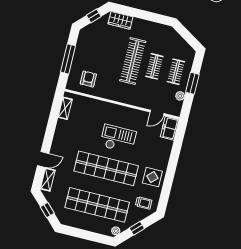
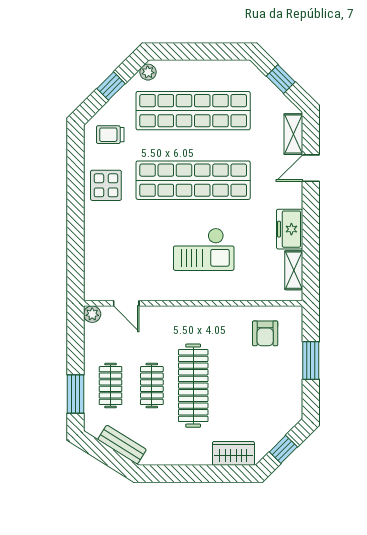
bench: (178, 39) -> (122, 445), added
window: (68, 59) -> (311, 361), width x0.69
window: (192, 83) -> (76, 394), moved
plant: (180, 96) -> (92, 314), moved
door: (157, 113) -> (126, 303), swing flipped
freezer: (170, 128) -> (290, 229), moved, turned 180
checkout: (118, 139) -> (204, 249), moved

